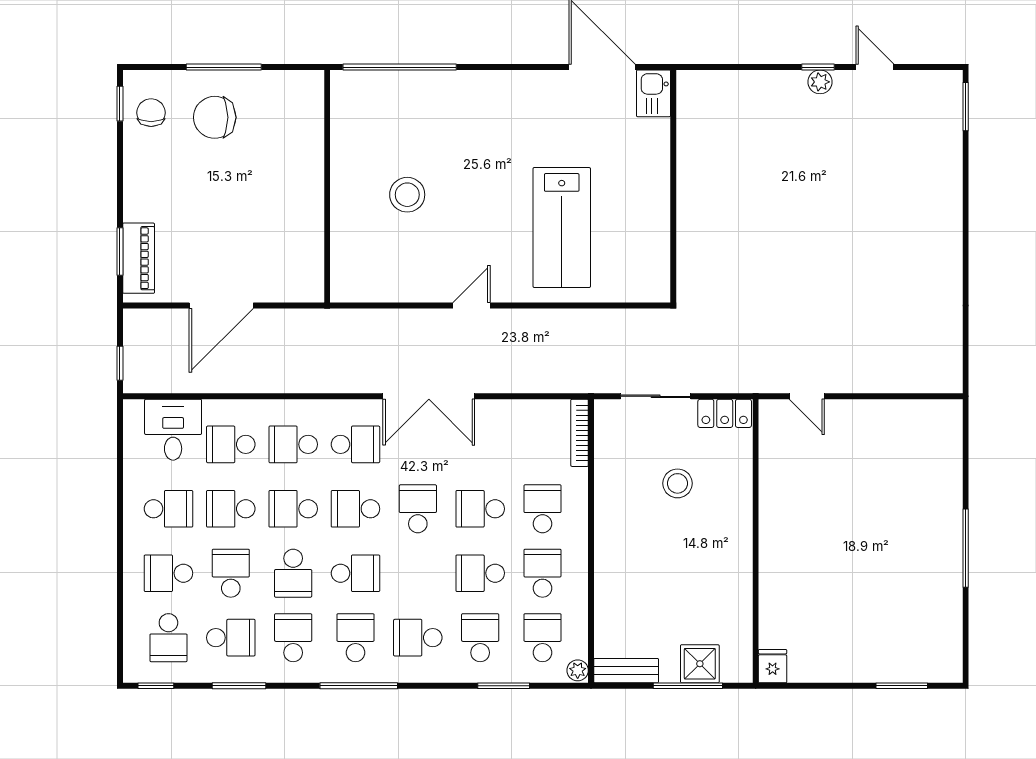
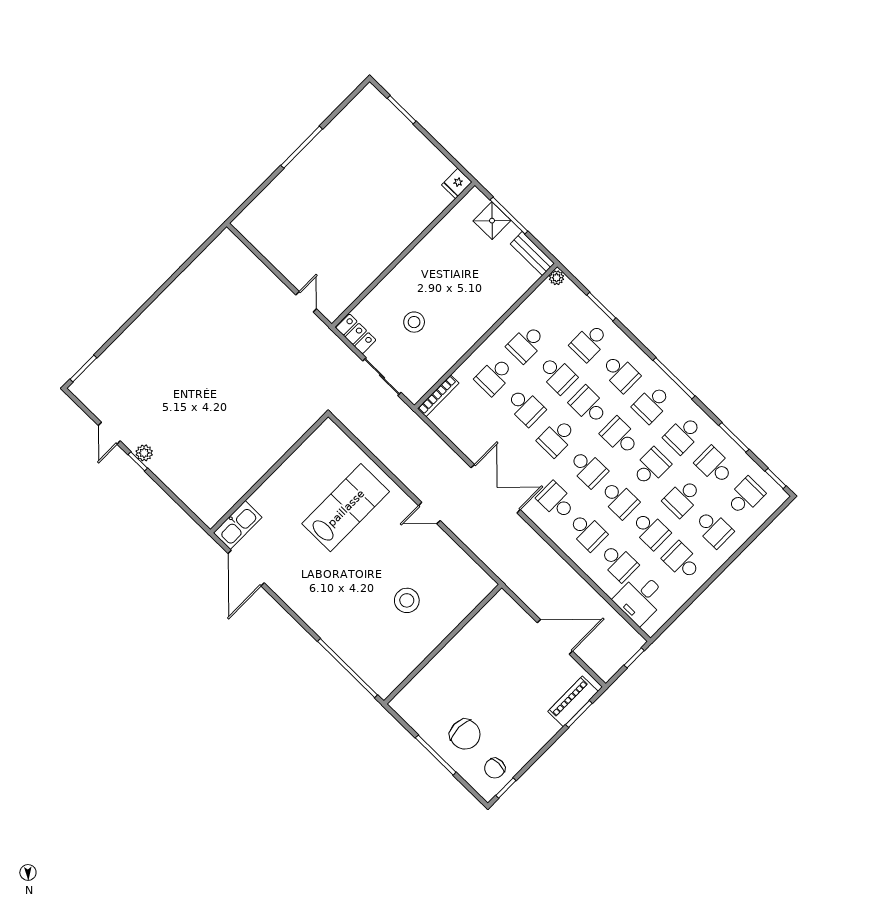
kitchen sink: (654, 93) -> (238, 525), width x1.38
school desk: (543, 638) -> (589, 405), moved, turned 90

